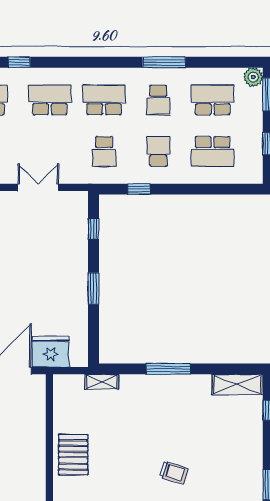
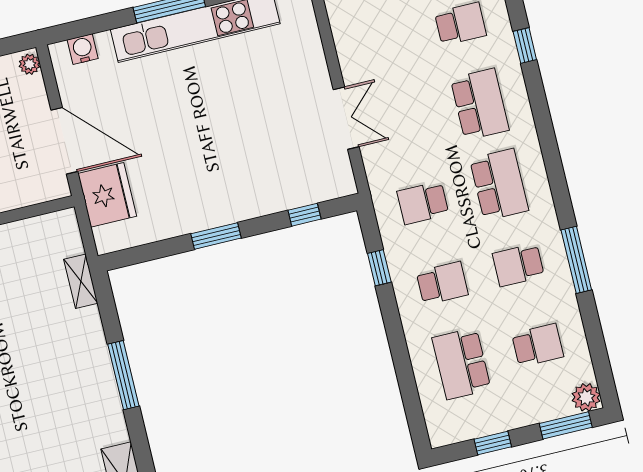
school desk: (213, 100) -> (538, 345), width x0.54

